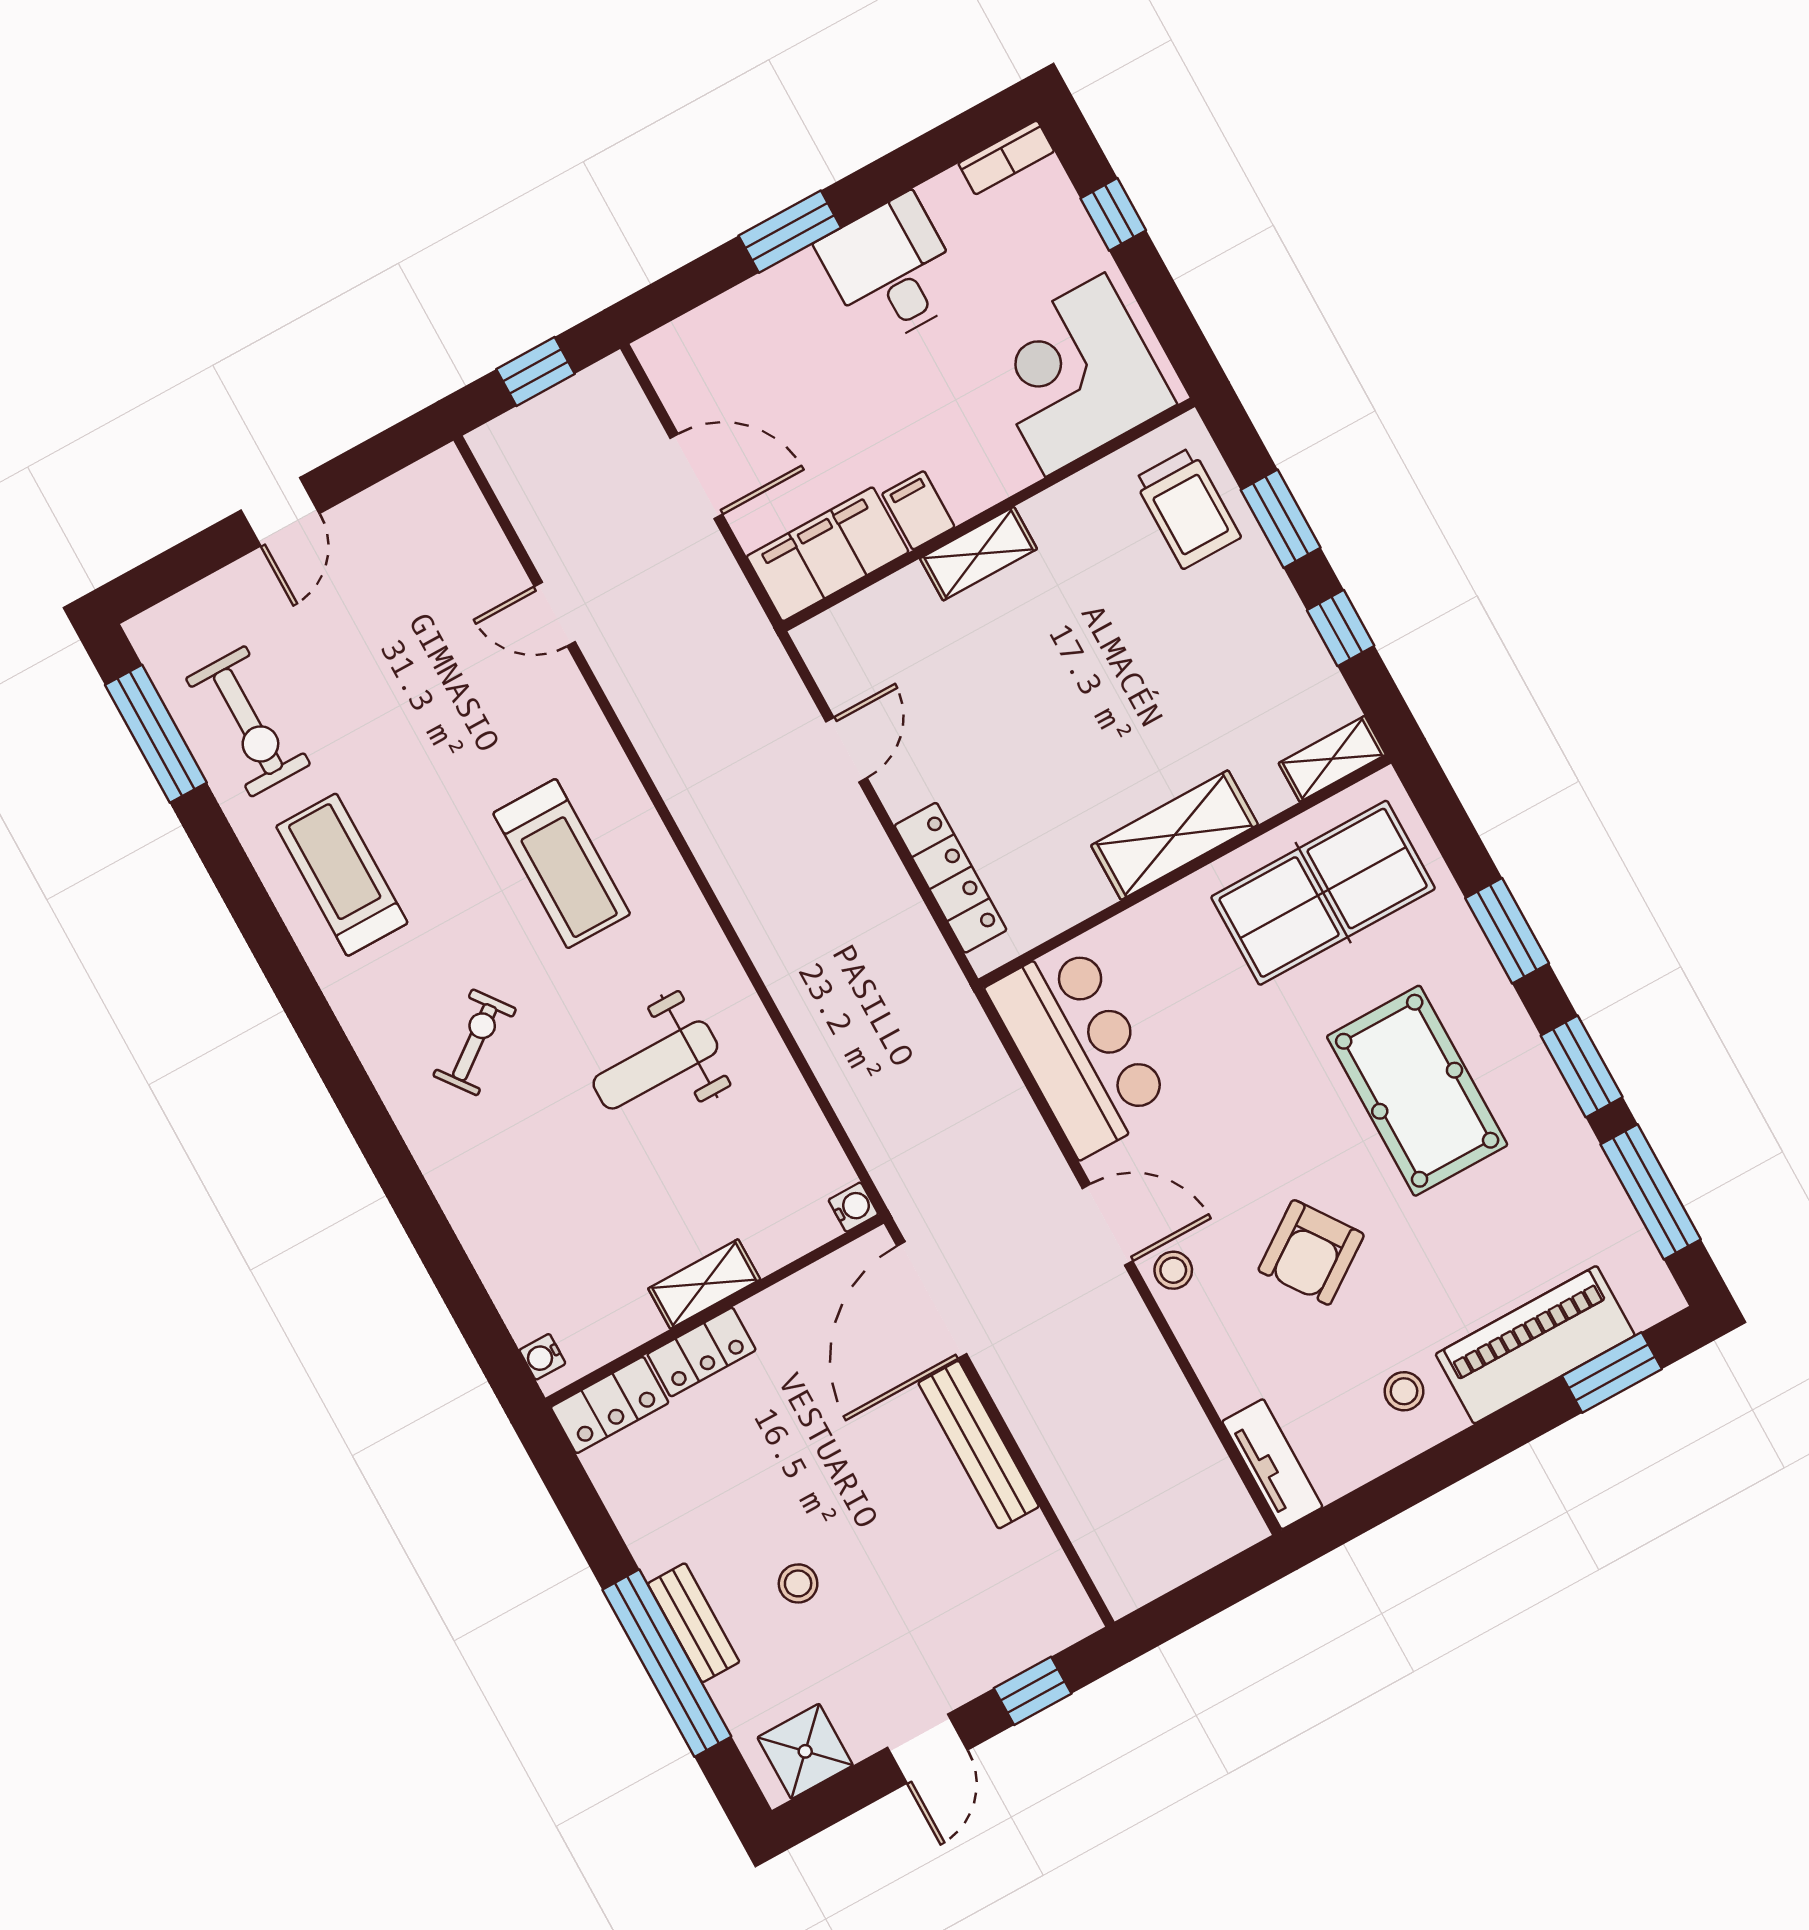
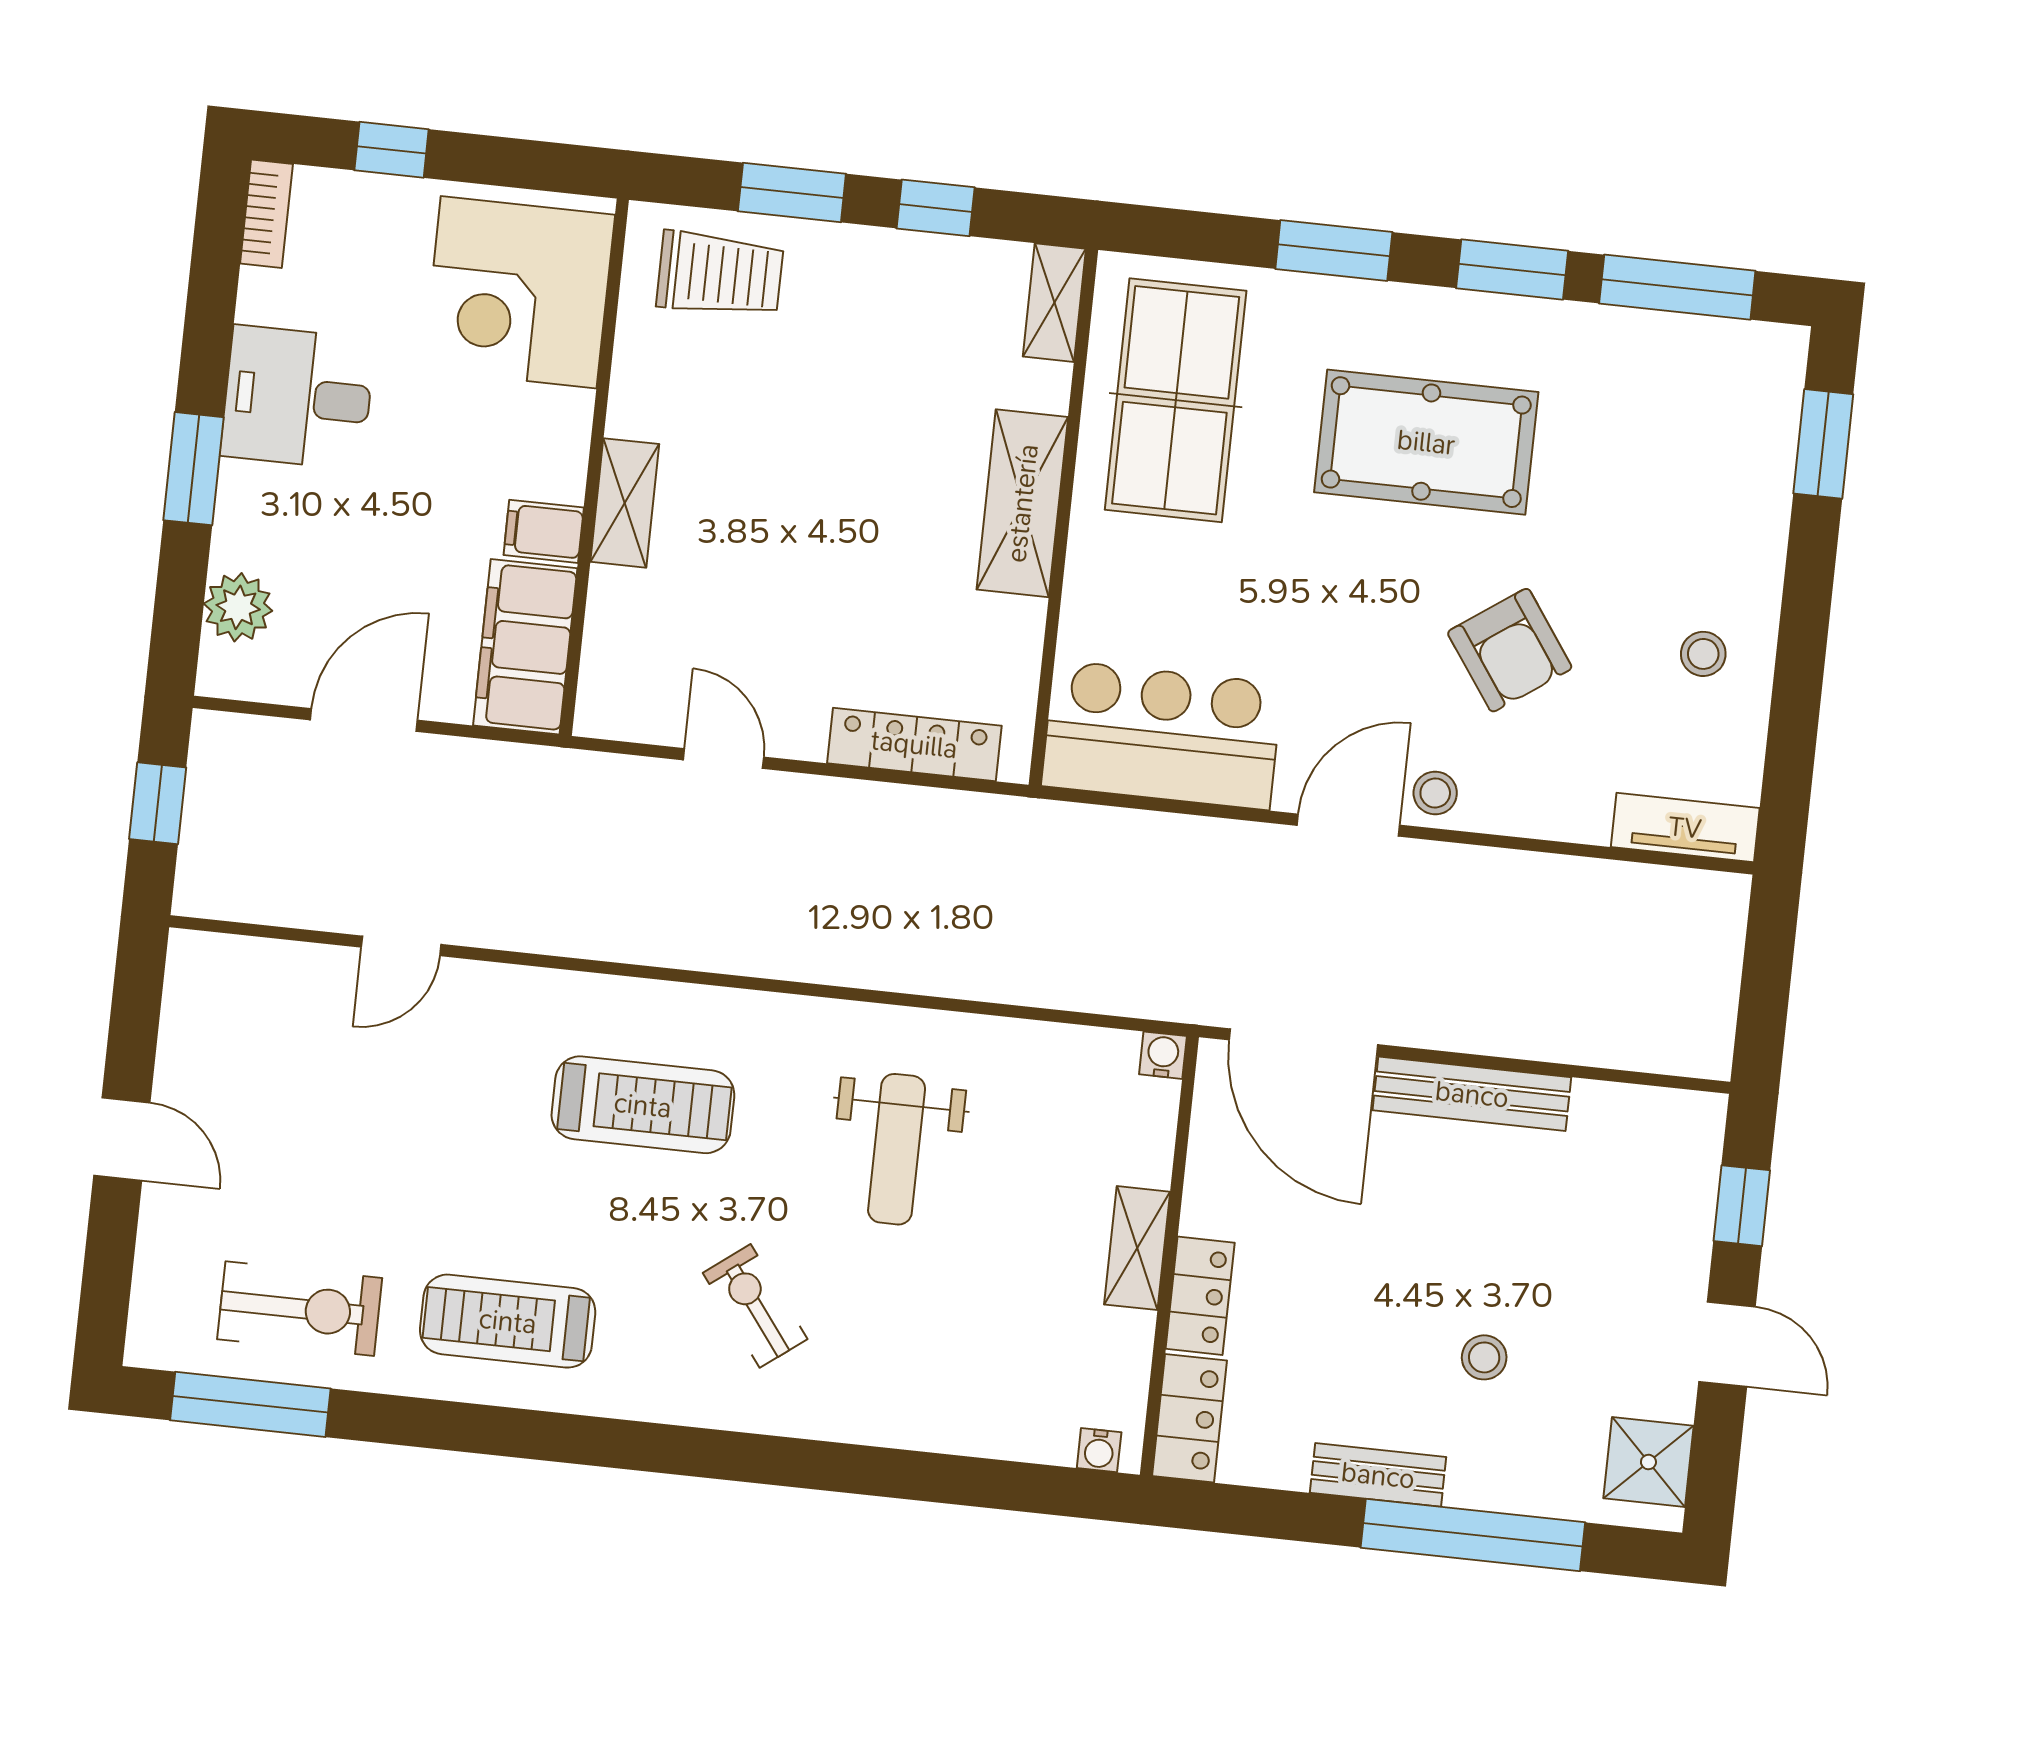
plant: (714, 332) -> (238, 607), added
piano: (1535, 1345) -> (1746, 498), removed
bench: (694, 1623) -> (1378, 1475), moved

